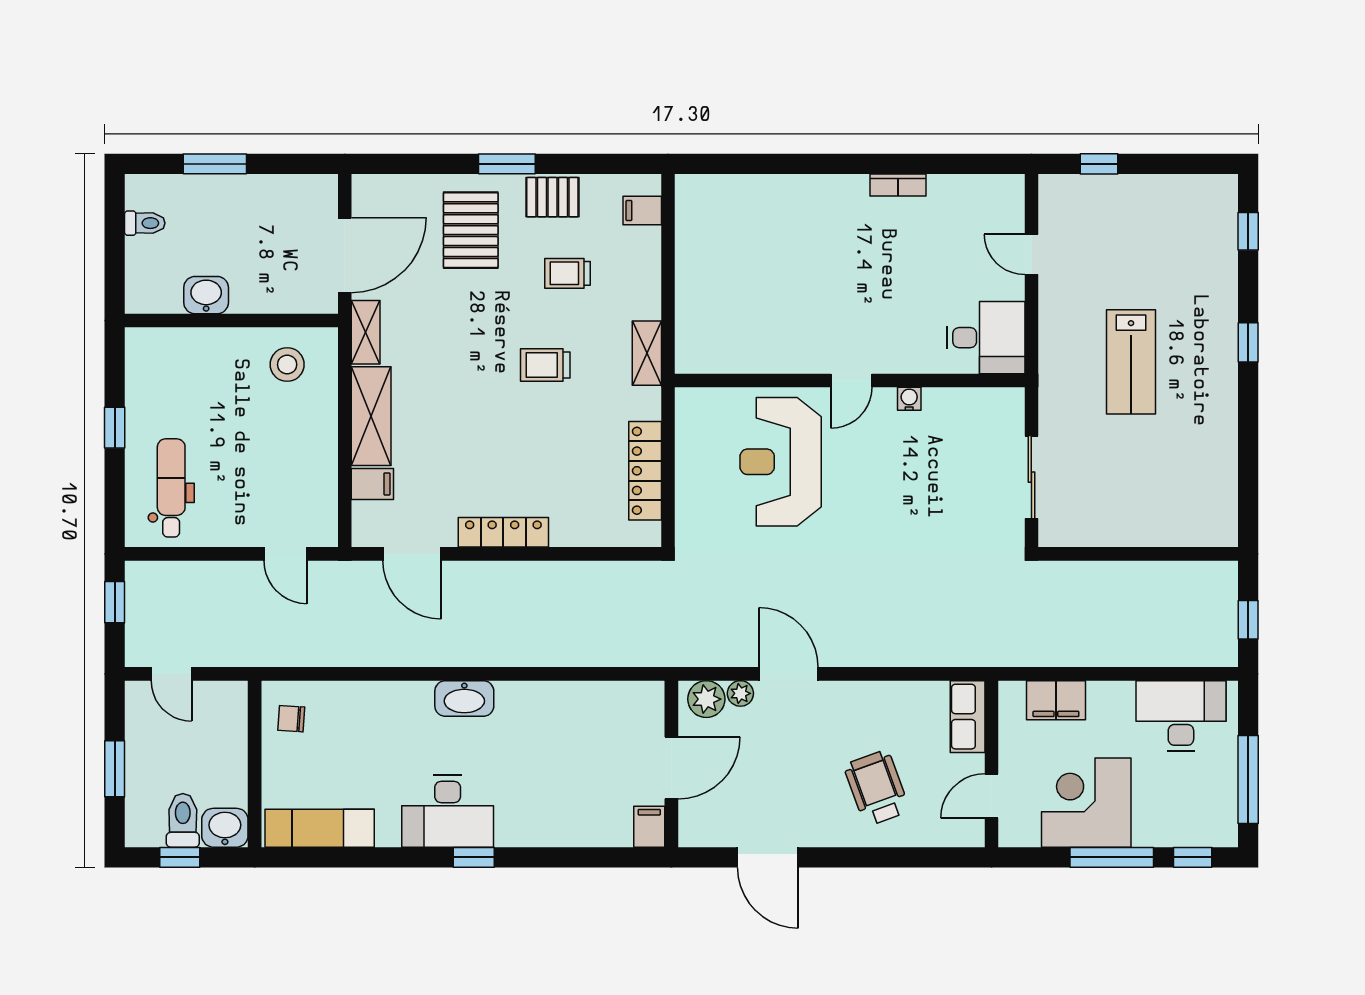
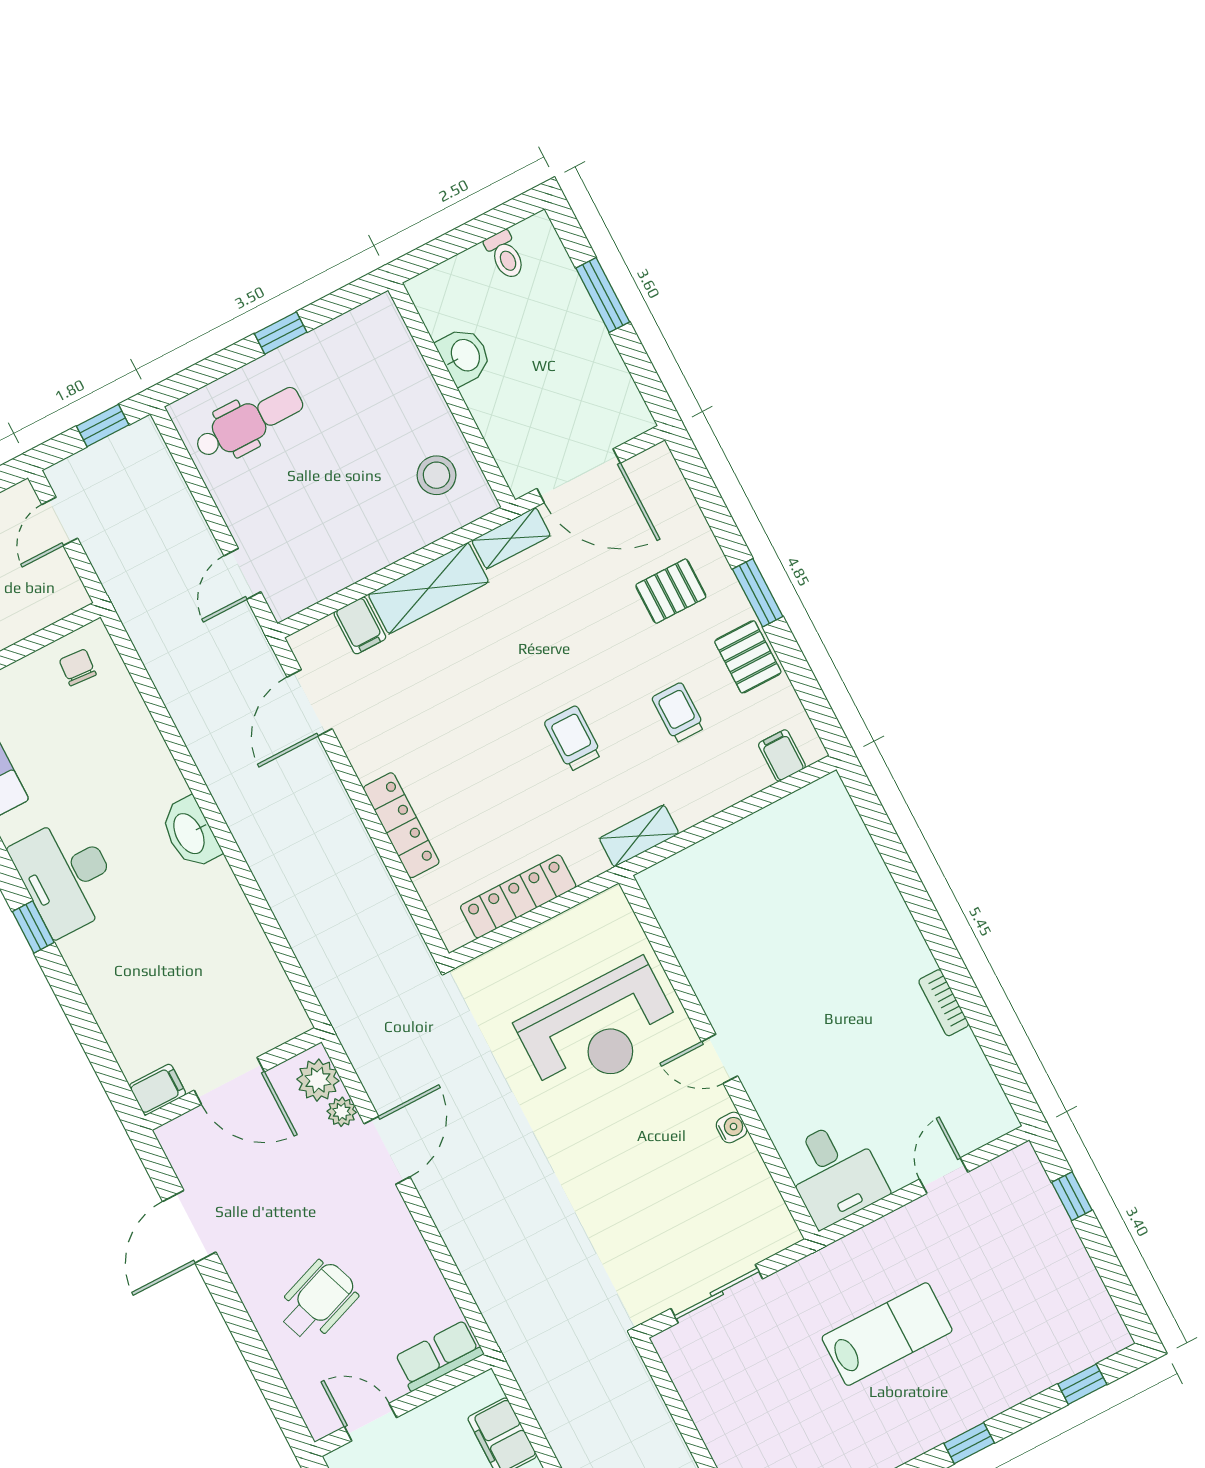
pallet: (471, 230) -> (671, 591), width x0.67, depth x0.71
lab bench: (1131, 362) -> (887, 1334), turned 180
reception desk: (781, 462) -> (599, 1030), turned 180
locker: (503, 532) -> (401, 825), moved

